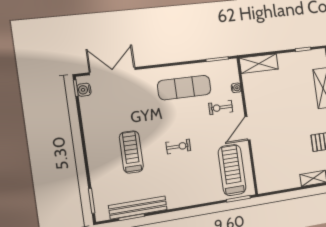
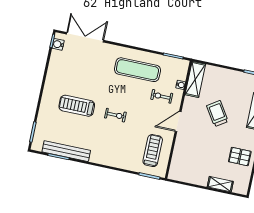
shelving: (259, 64) -> (195, 79), moved, turned 90
trolley: (285, 105) -> (217, 114), added
treadmill: (131, 152) -> (77, 106), turned -90
treadmill: (232, 170) -> (153, 151), width x0.73, depth x0.73

